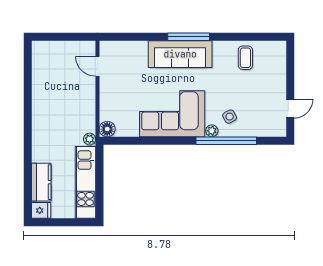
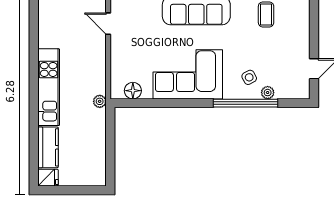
floor lamp: (107, 129) -> (133, 91), moved
plant: (212, 131) -> (268, 93), moved
kitchen unit: (86, 182) -> (49, 87), moved, turned 180

